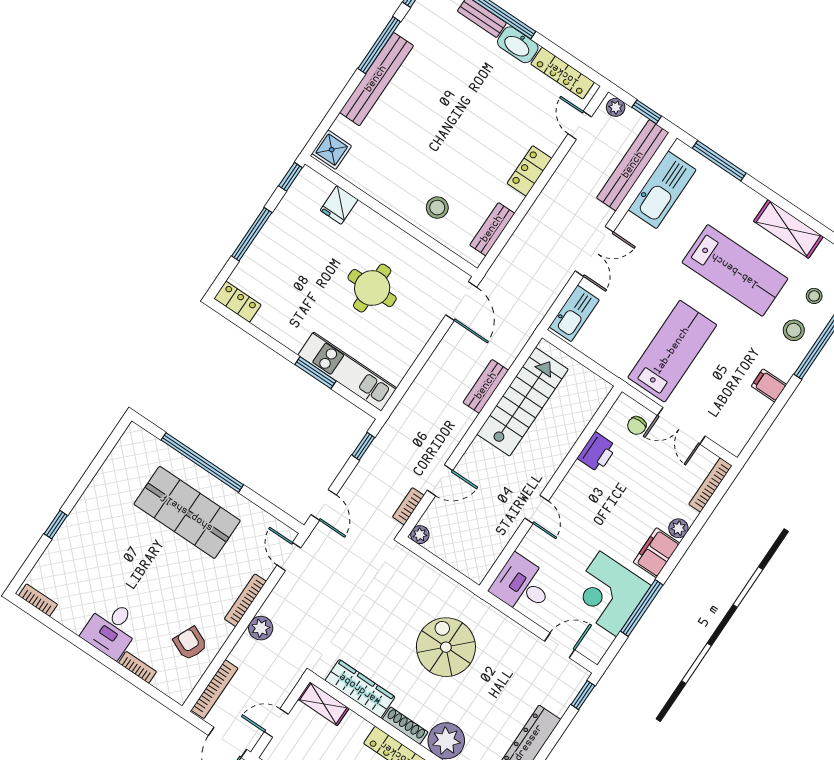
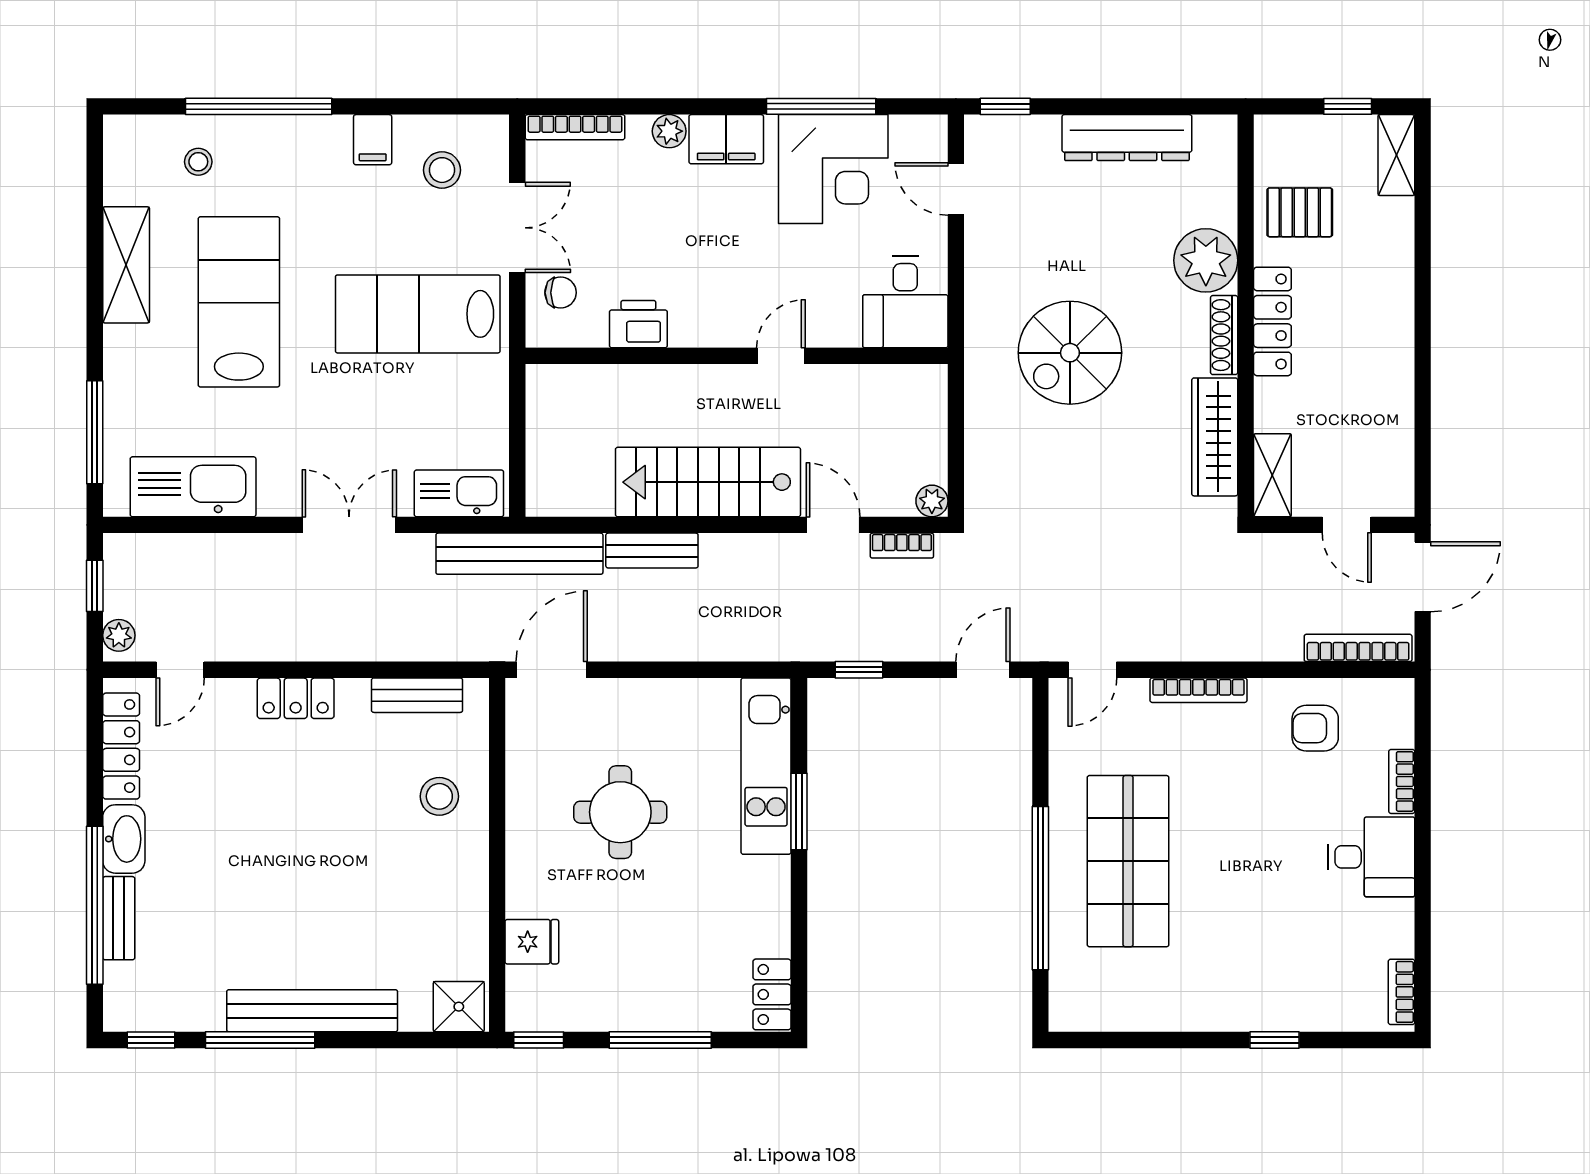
bench: (633, 165) -> (519, 554), moved
stool: (794, 330) -> (442, 170), moved
stairs: (523, 402) -> (708, 482), moved
plant: (261, 628) -> (1224, 641), removed
armchair: (190, 643) -> (1315, 728), turned 66

